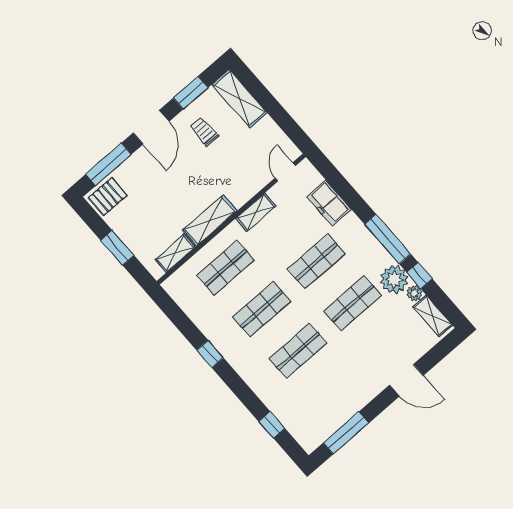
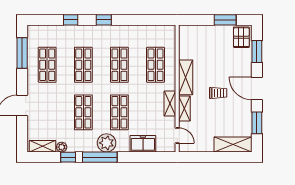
trolley: (204, 131) -> (218, 93), moved
window: (109, 164) -> (257, 52), width x0.69
window: (117, 248) -> (225, 20), moved
shelving: (175, 253) -> (184, 109), moved
plant: (394, 279) -> (107, 143), moved
window: (210, 354) -> (104, 20), moved
shop shelf: (334, 392) -> (47, 65), added
window: (272, 425) -> (71, 20), moved

